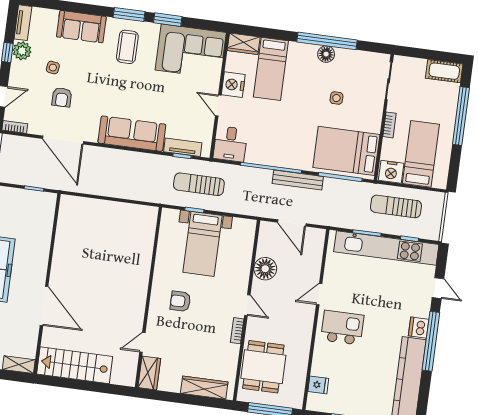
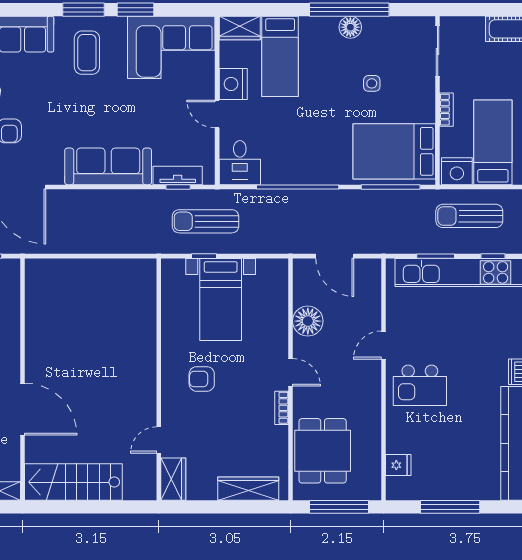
bench: (298, 180) -> (335, 198), removed
kitchen island: (342, 328) -> (420, 385), turned 180

